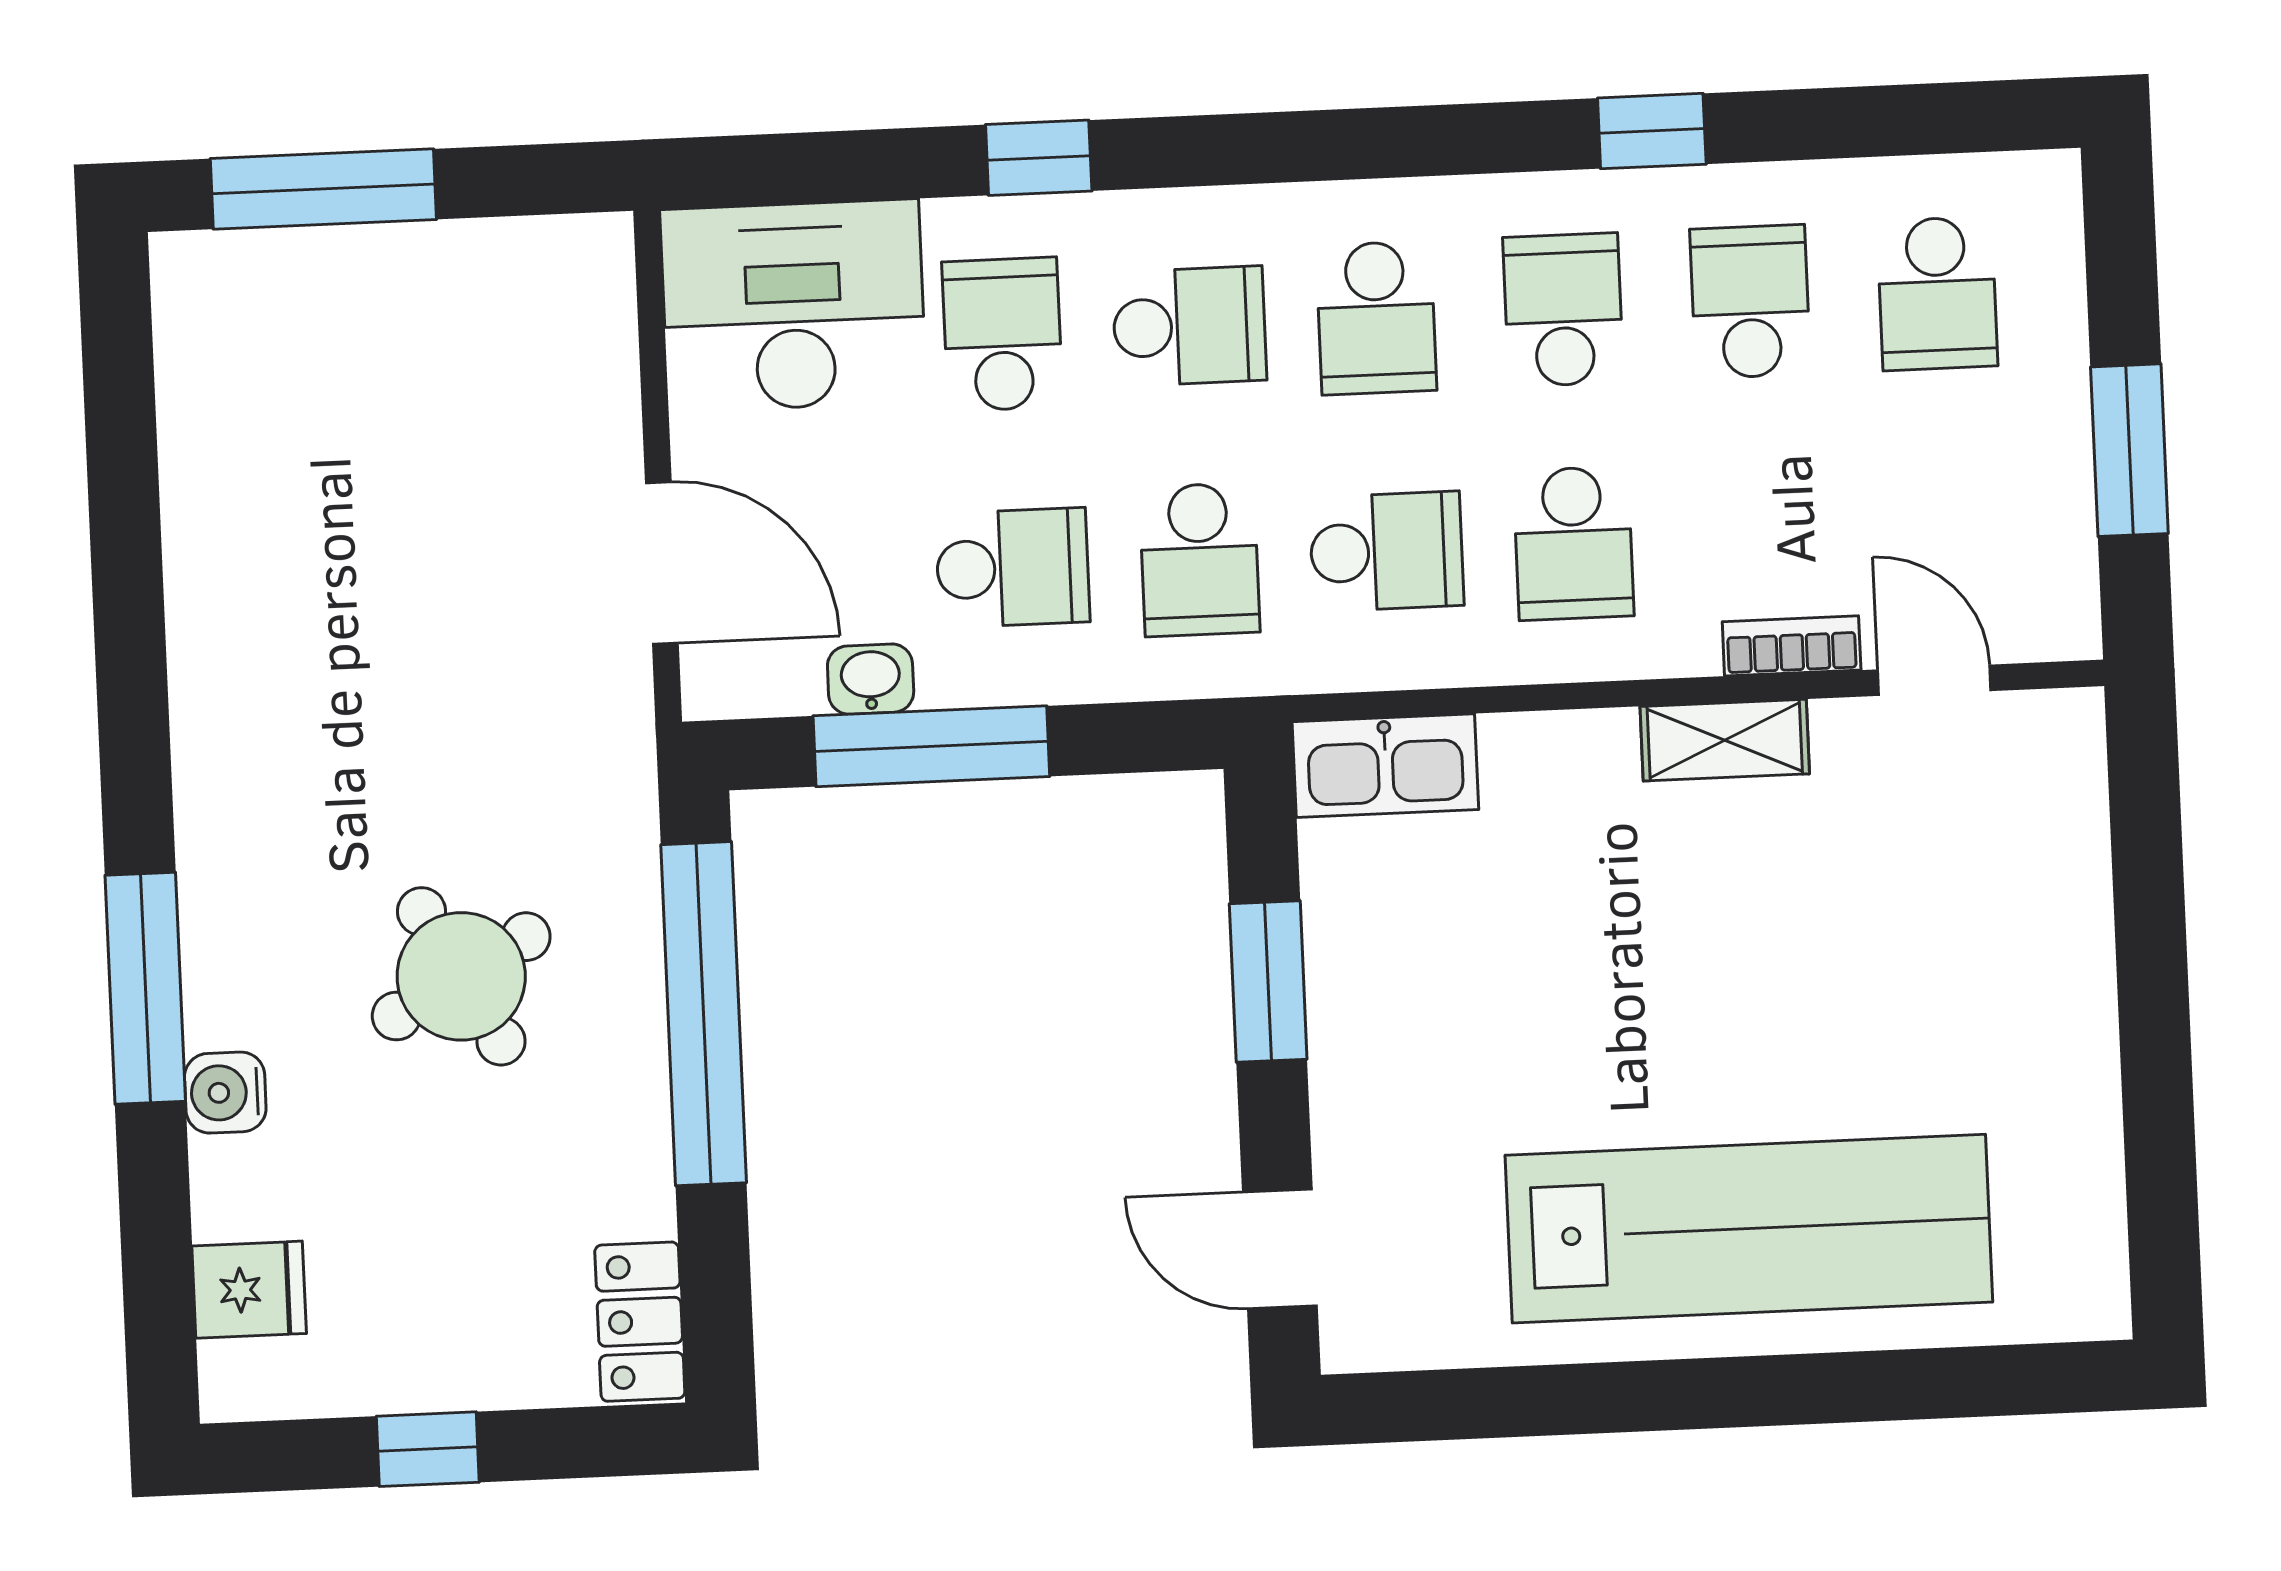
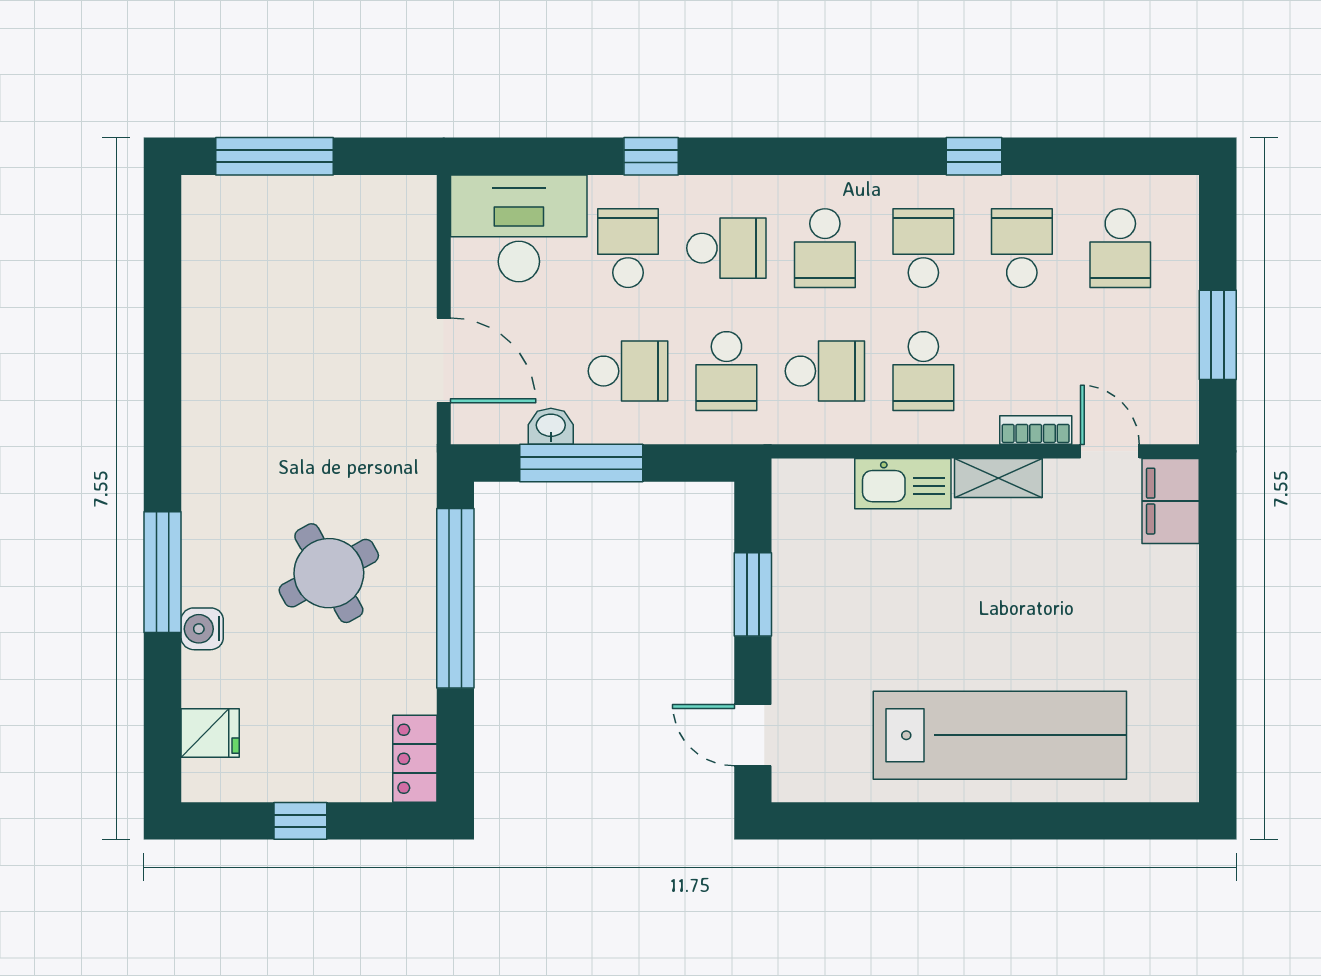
kitchen sink: (1385, 766) -> (903, 484), moved
filing cabinet: (2054, 770) -> (1171, 501), added

